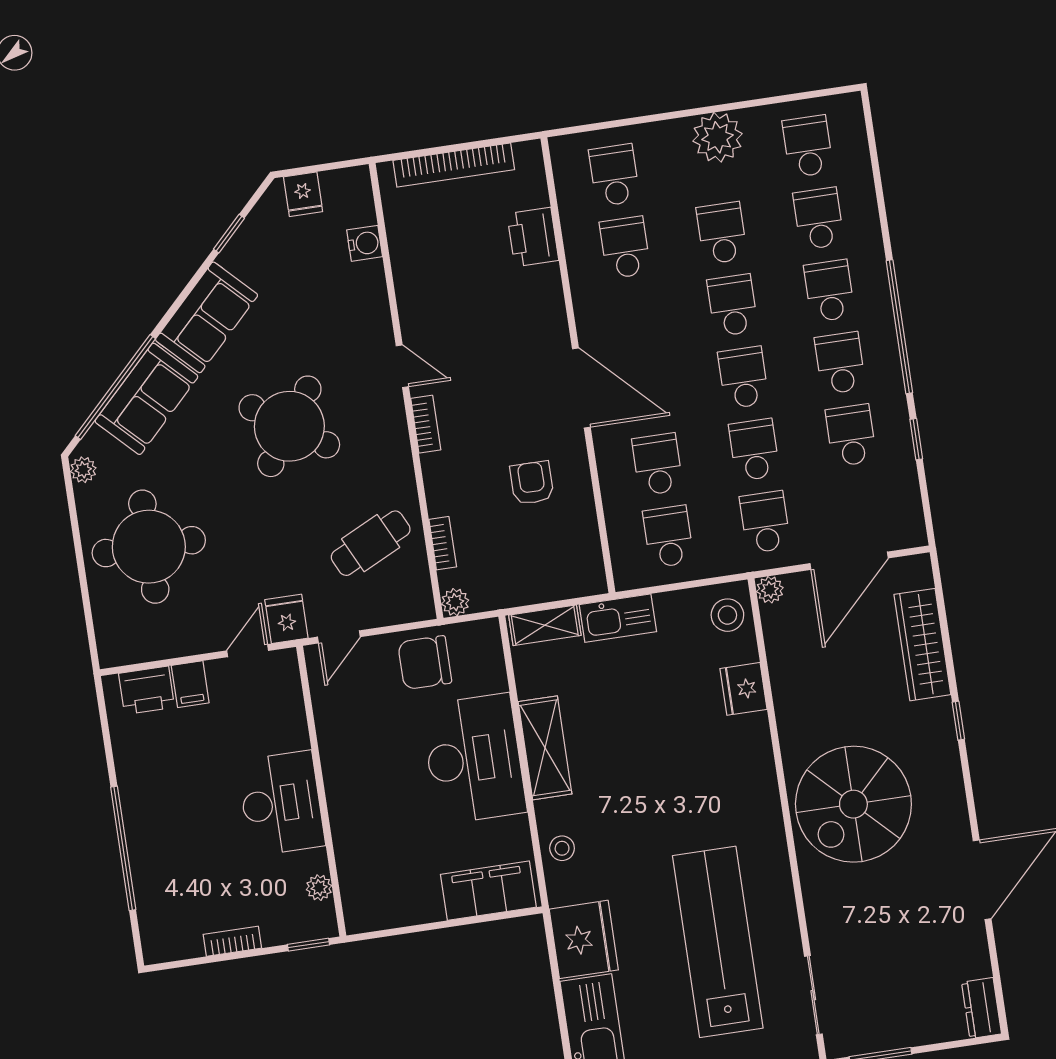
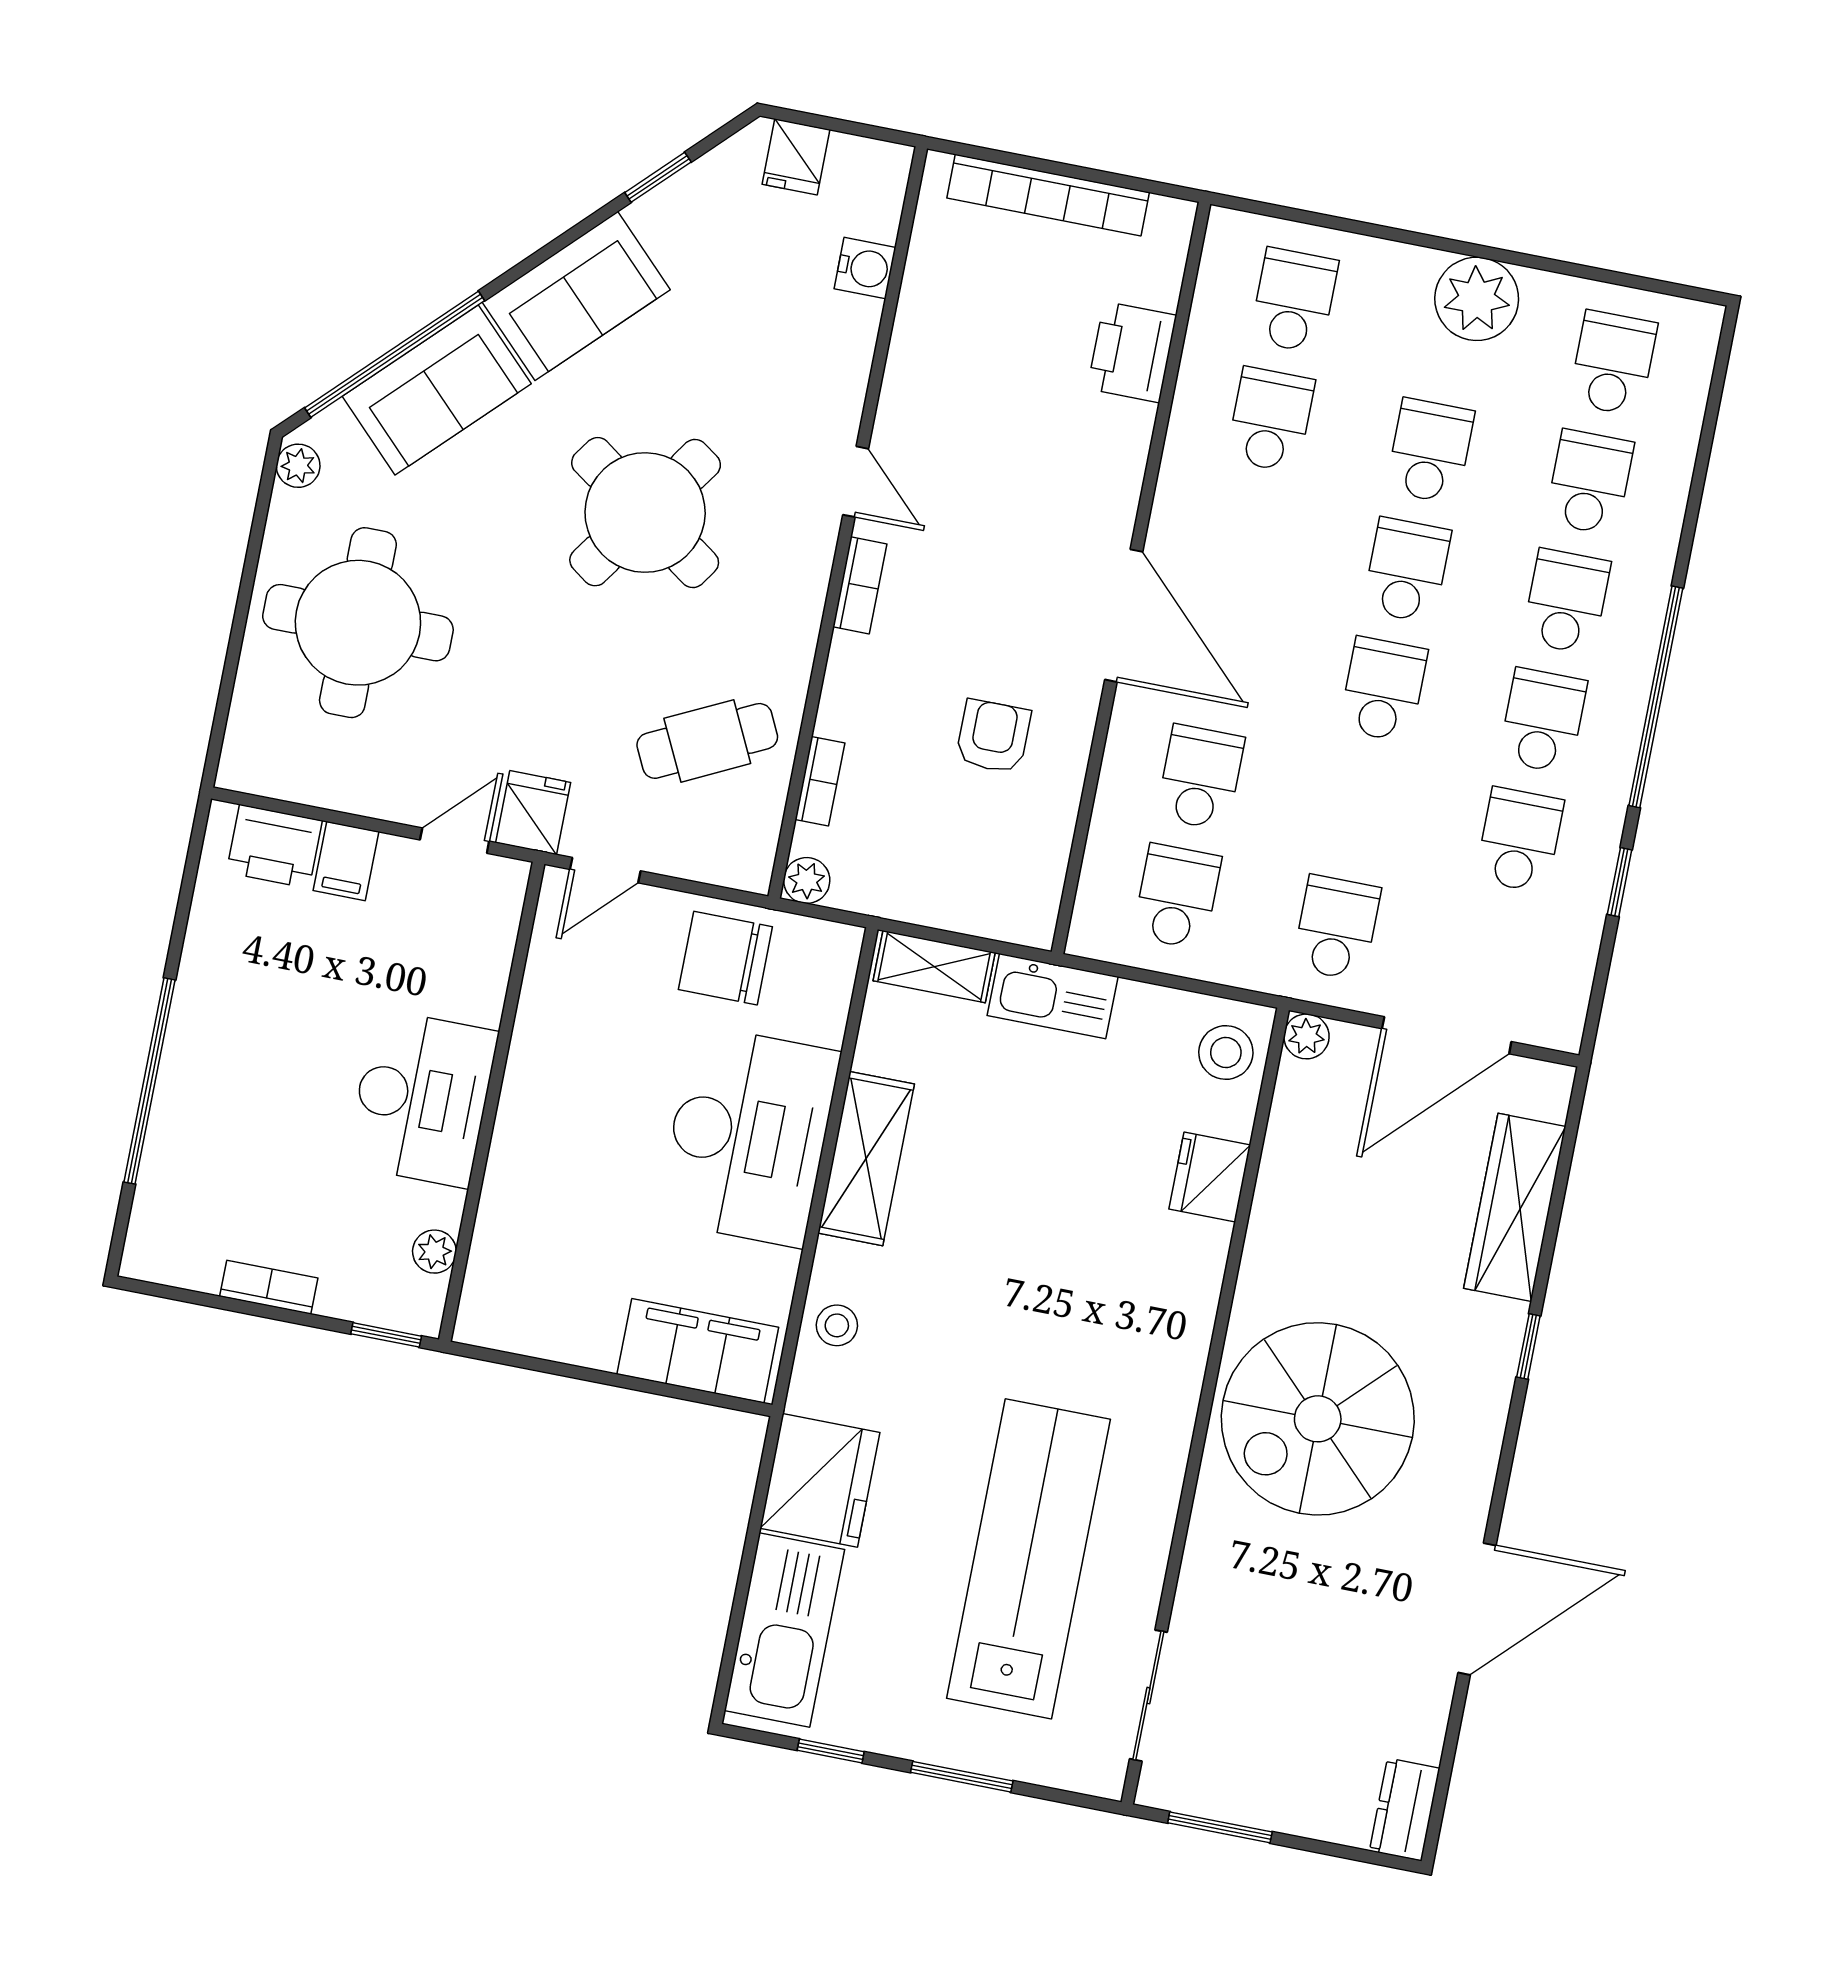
school desk: (754, 450) -> (1360, 809), removed

